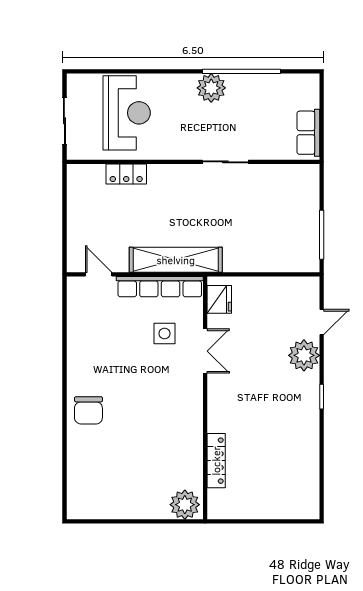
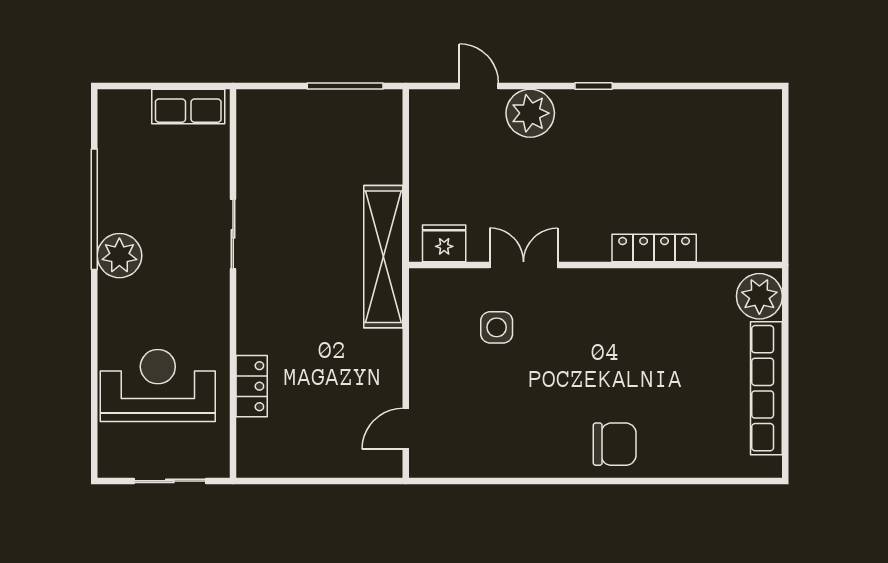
shelving: (176, 260) -> (383, 257), moved
row of seats: (160, 287) -> (766, 388), moved, turned 180
locker: (216, 461) -> (654, 248), moved

